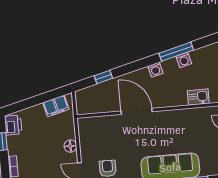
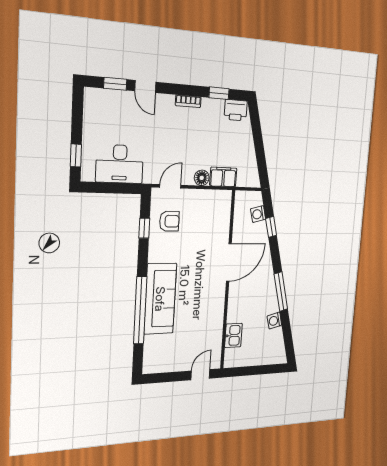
window: (176, 52) -> (281, 292), moved
washing machine: (155, 70) -> (258, 214), moved
filing cabinet: (56, 106) -> (223, 177), moved, turned 104

